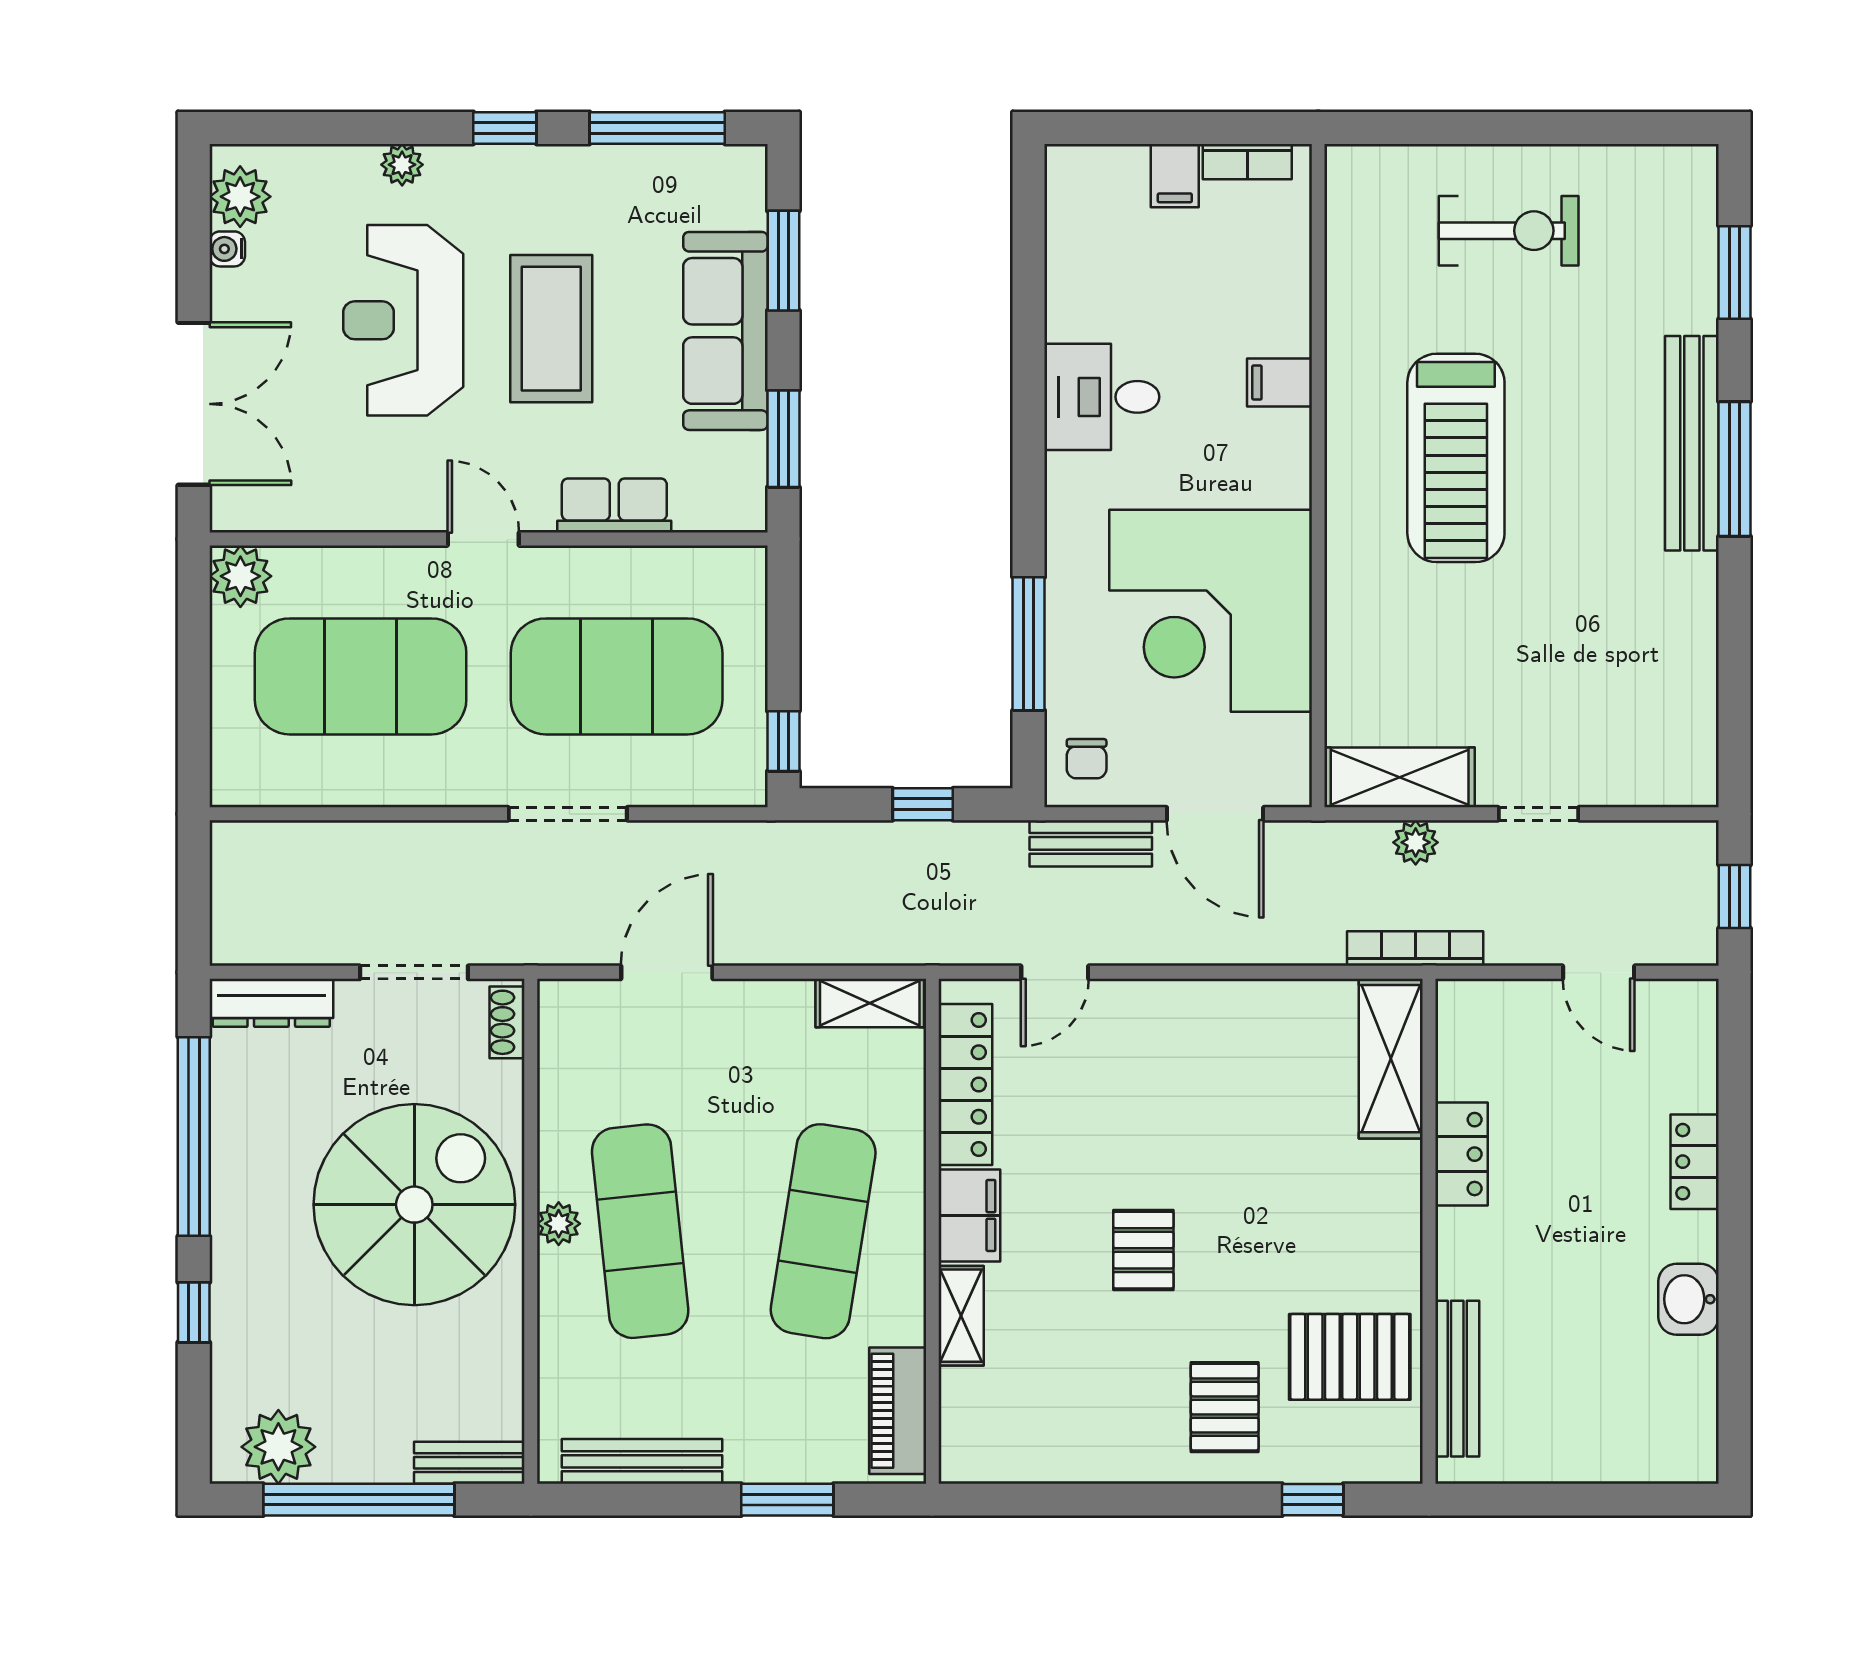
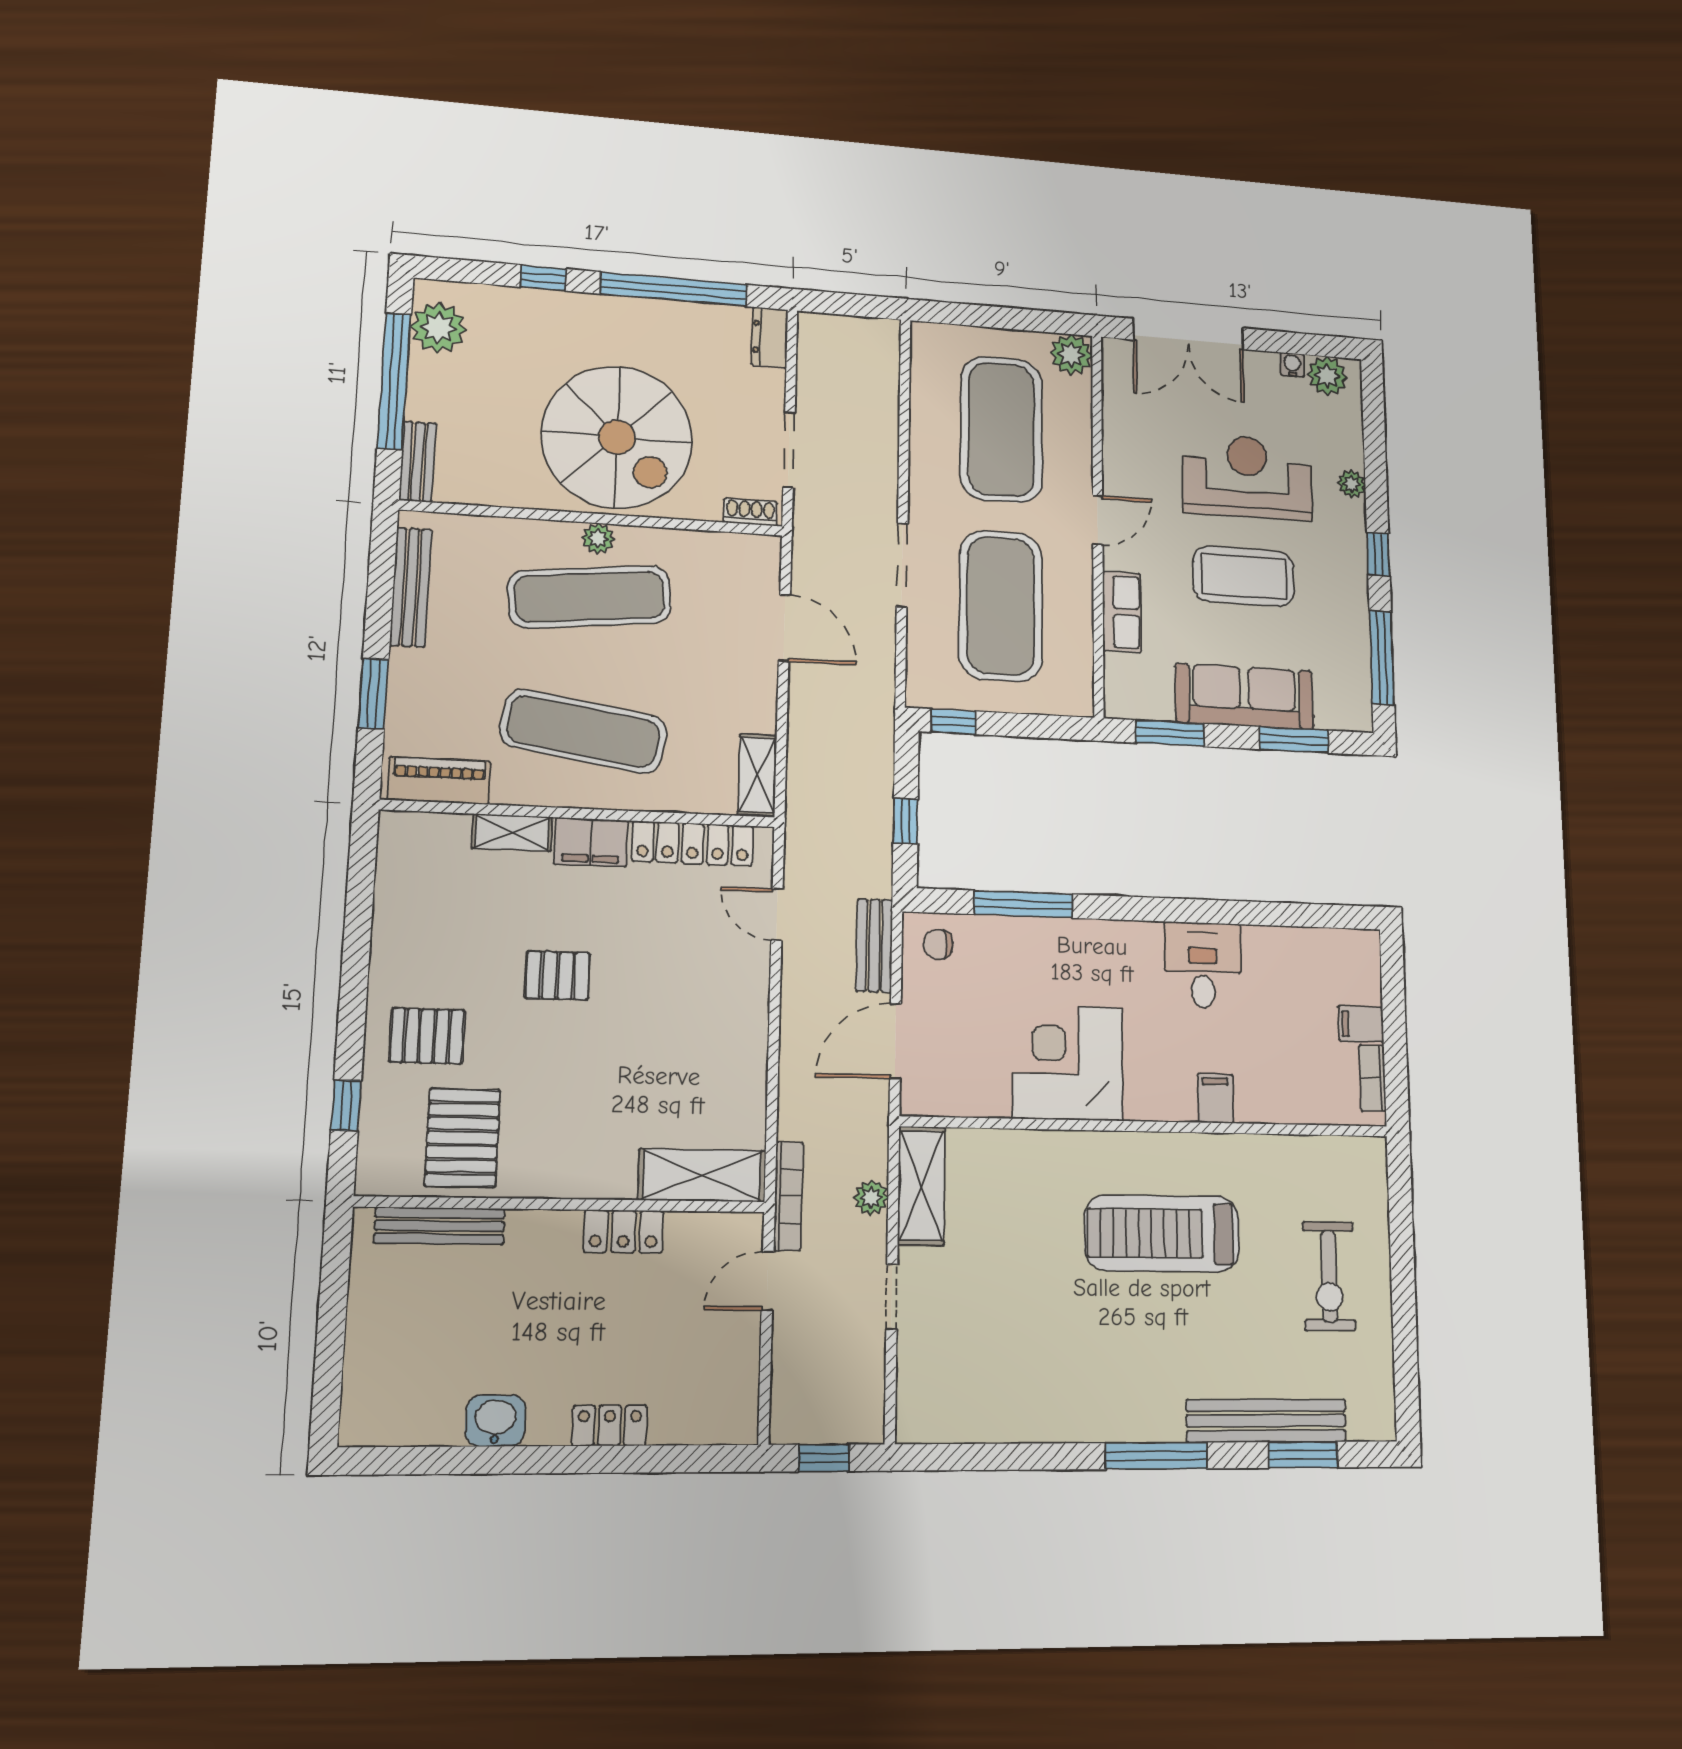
bench: (1692, 443) -> (1266, 1421), moved
corner desk: (1211, 611) -> (1068, 1063), width x0.74, depth x0.74
door: (1599, 972) -> (768, 1281), moved
dresser: (271, 1003) -> (770, 337), width x0.70

